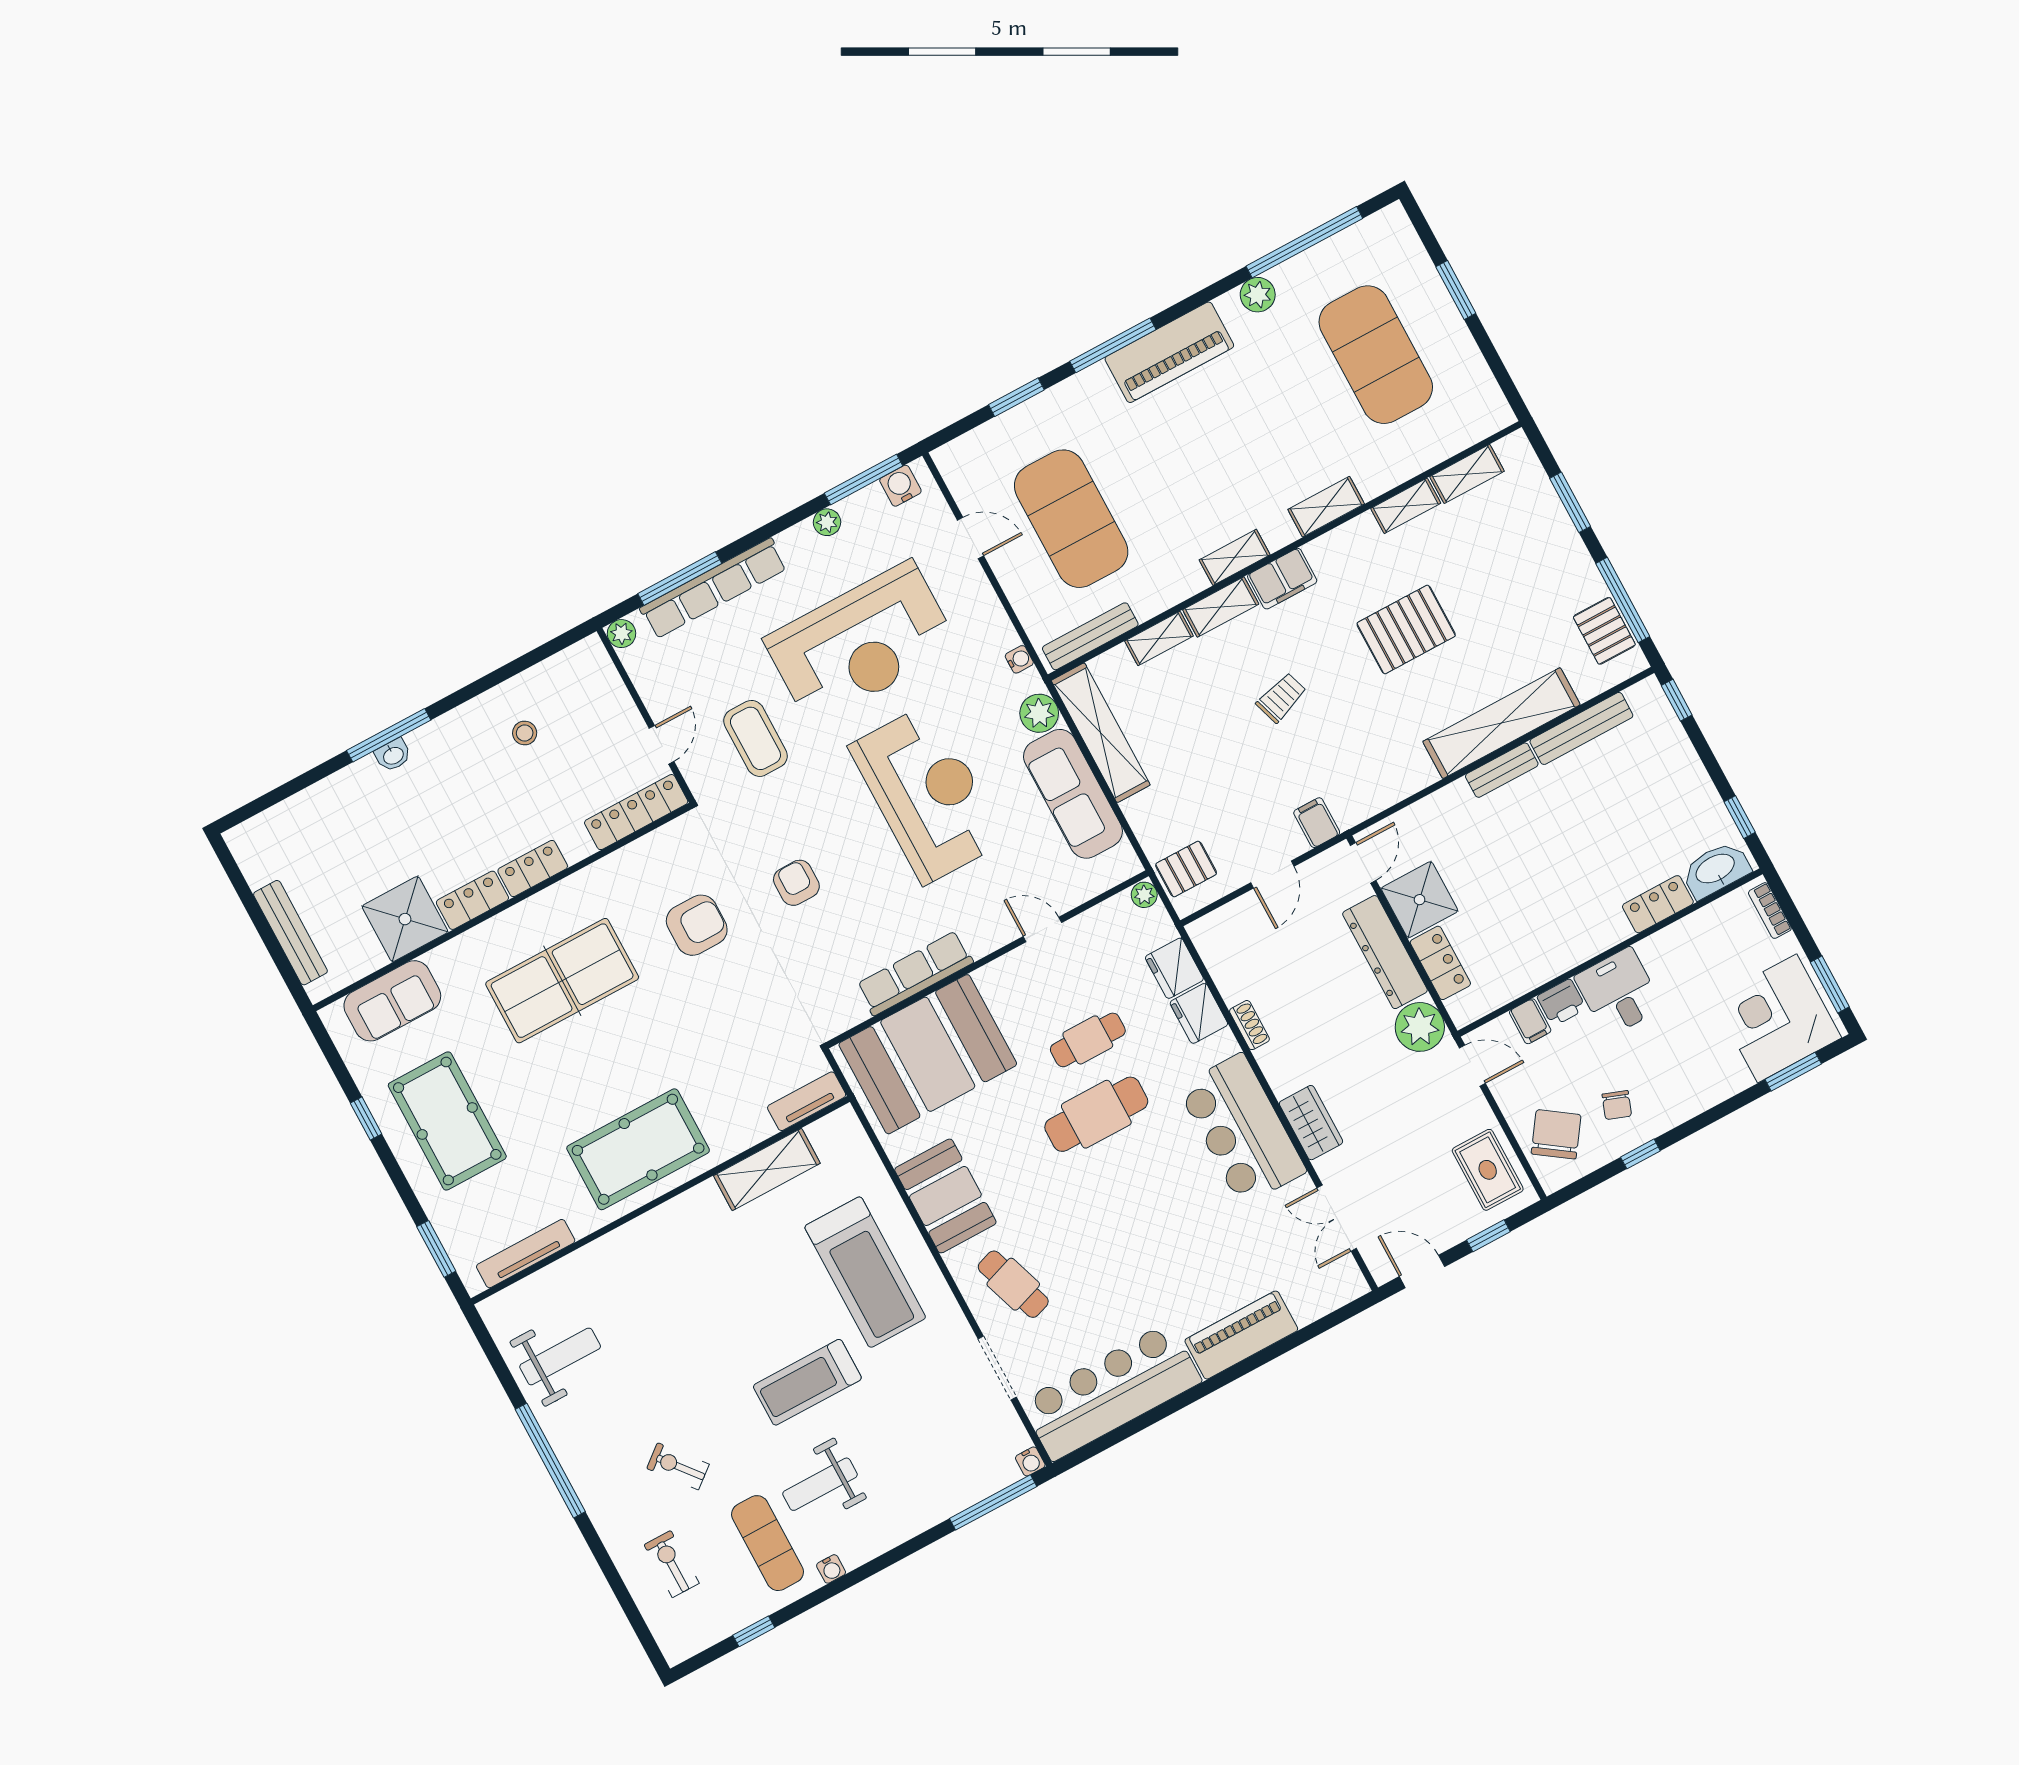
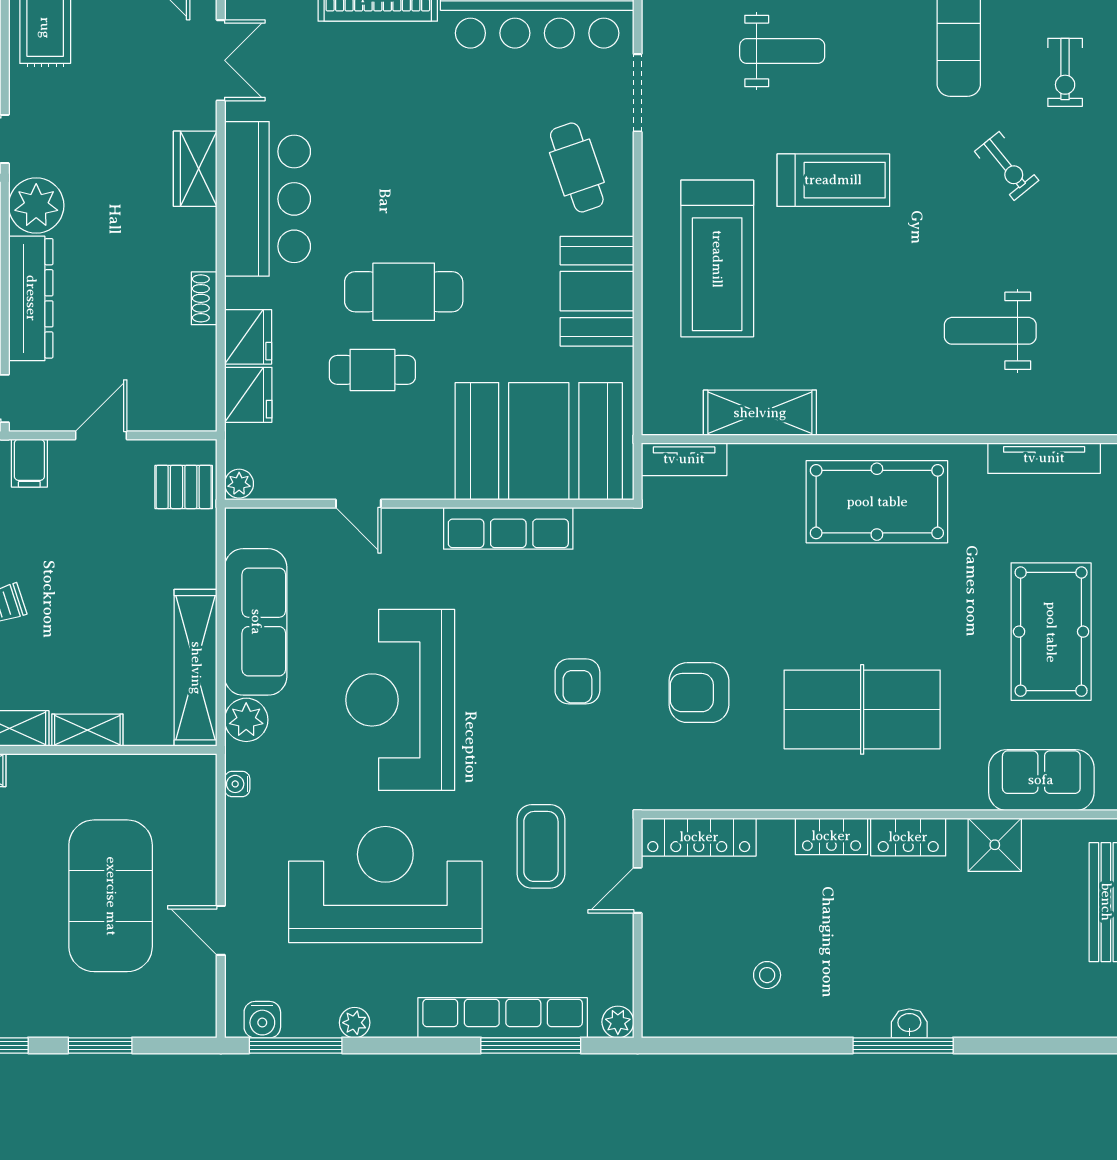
bench: (1090, 636) -> (154, 769), removed
shower: (405, 919) -> (995, 845), width x0.73, depth x0.73
treadmill: (865, 1272) -> (717, 259), turned 180
weight bench: (560, 1356) -> (990, 331), moved
weight bench: (820, 1484) -> (782, 51), moved

